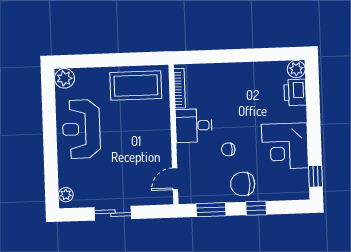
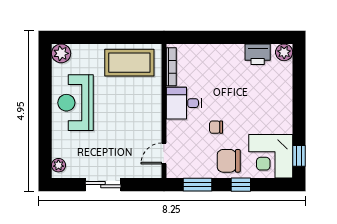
printer: (295, 92) -> (258, 54), moved, turned -90
corner desk: (285, 146) -> (271, 156), moved

